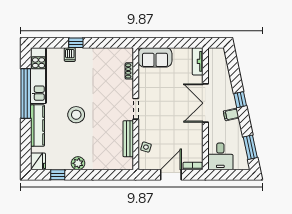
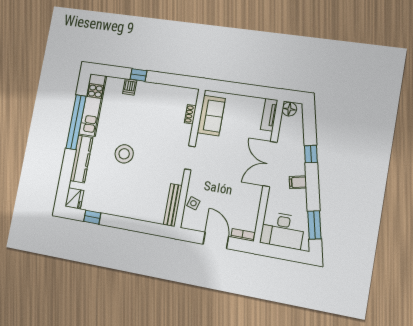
floor lamp: (214, 54) -> (289, 109), added
sofa: (155, 57) -> (211, 116), moved, turned -90
window: (240, 100) -> (311, 154), moved
bench: (128, 139) -> (173, 205), moved
desk: (220, 156) -> (282, 230), width x1.37
plant: (78, 163) -> (116, 208), removed
door: (171, 175) -> (216, 240), hinge flipped

